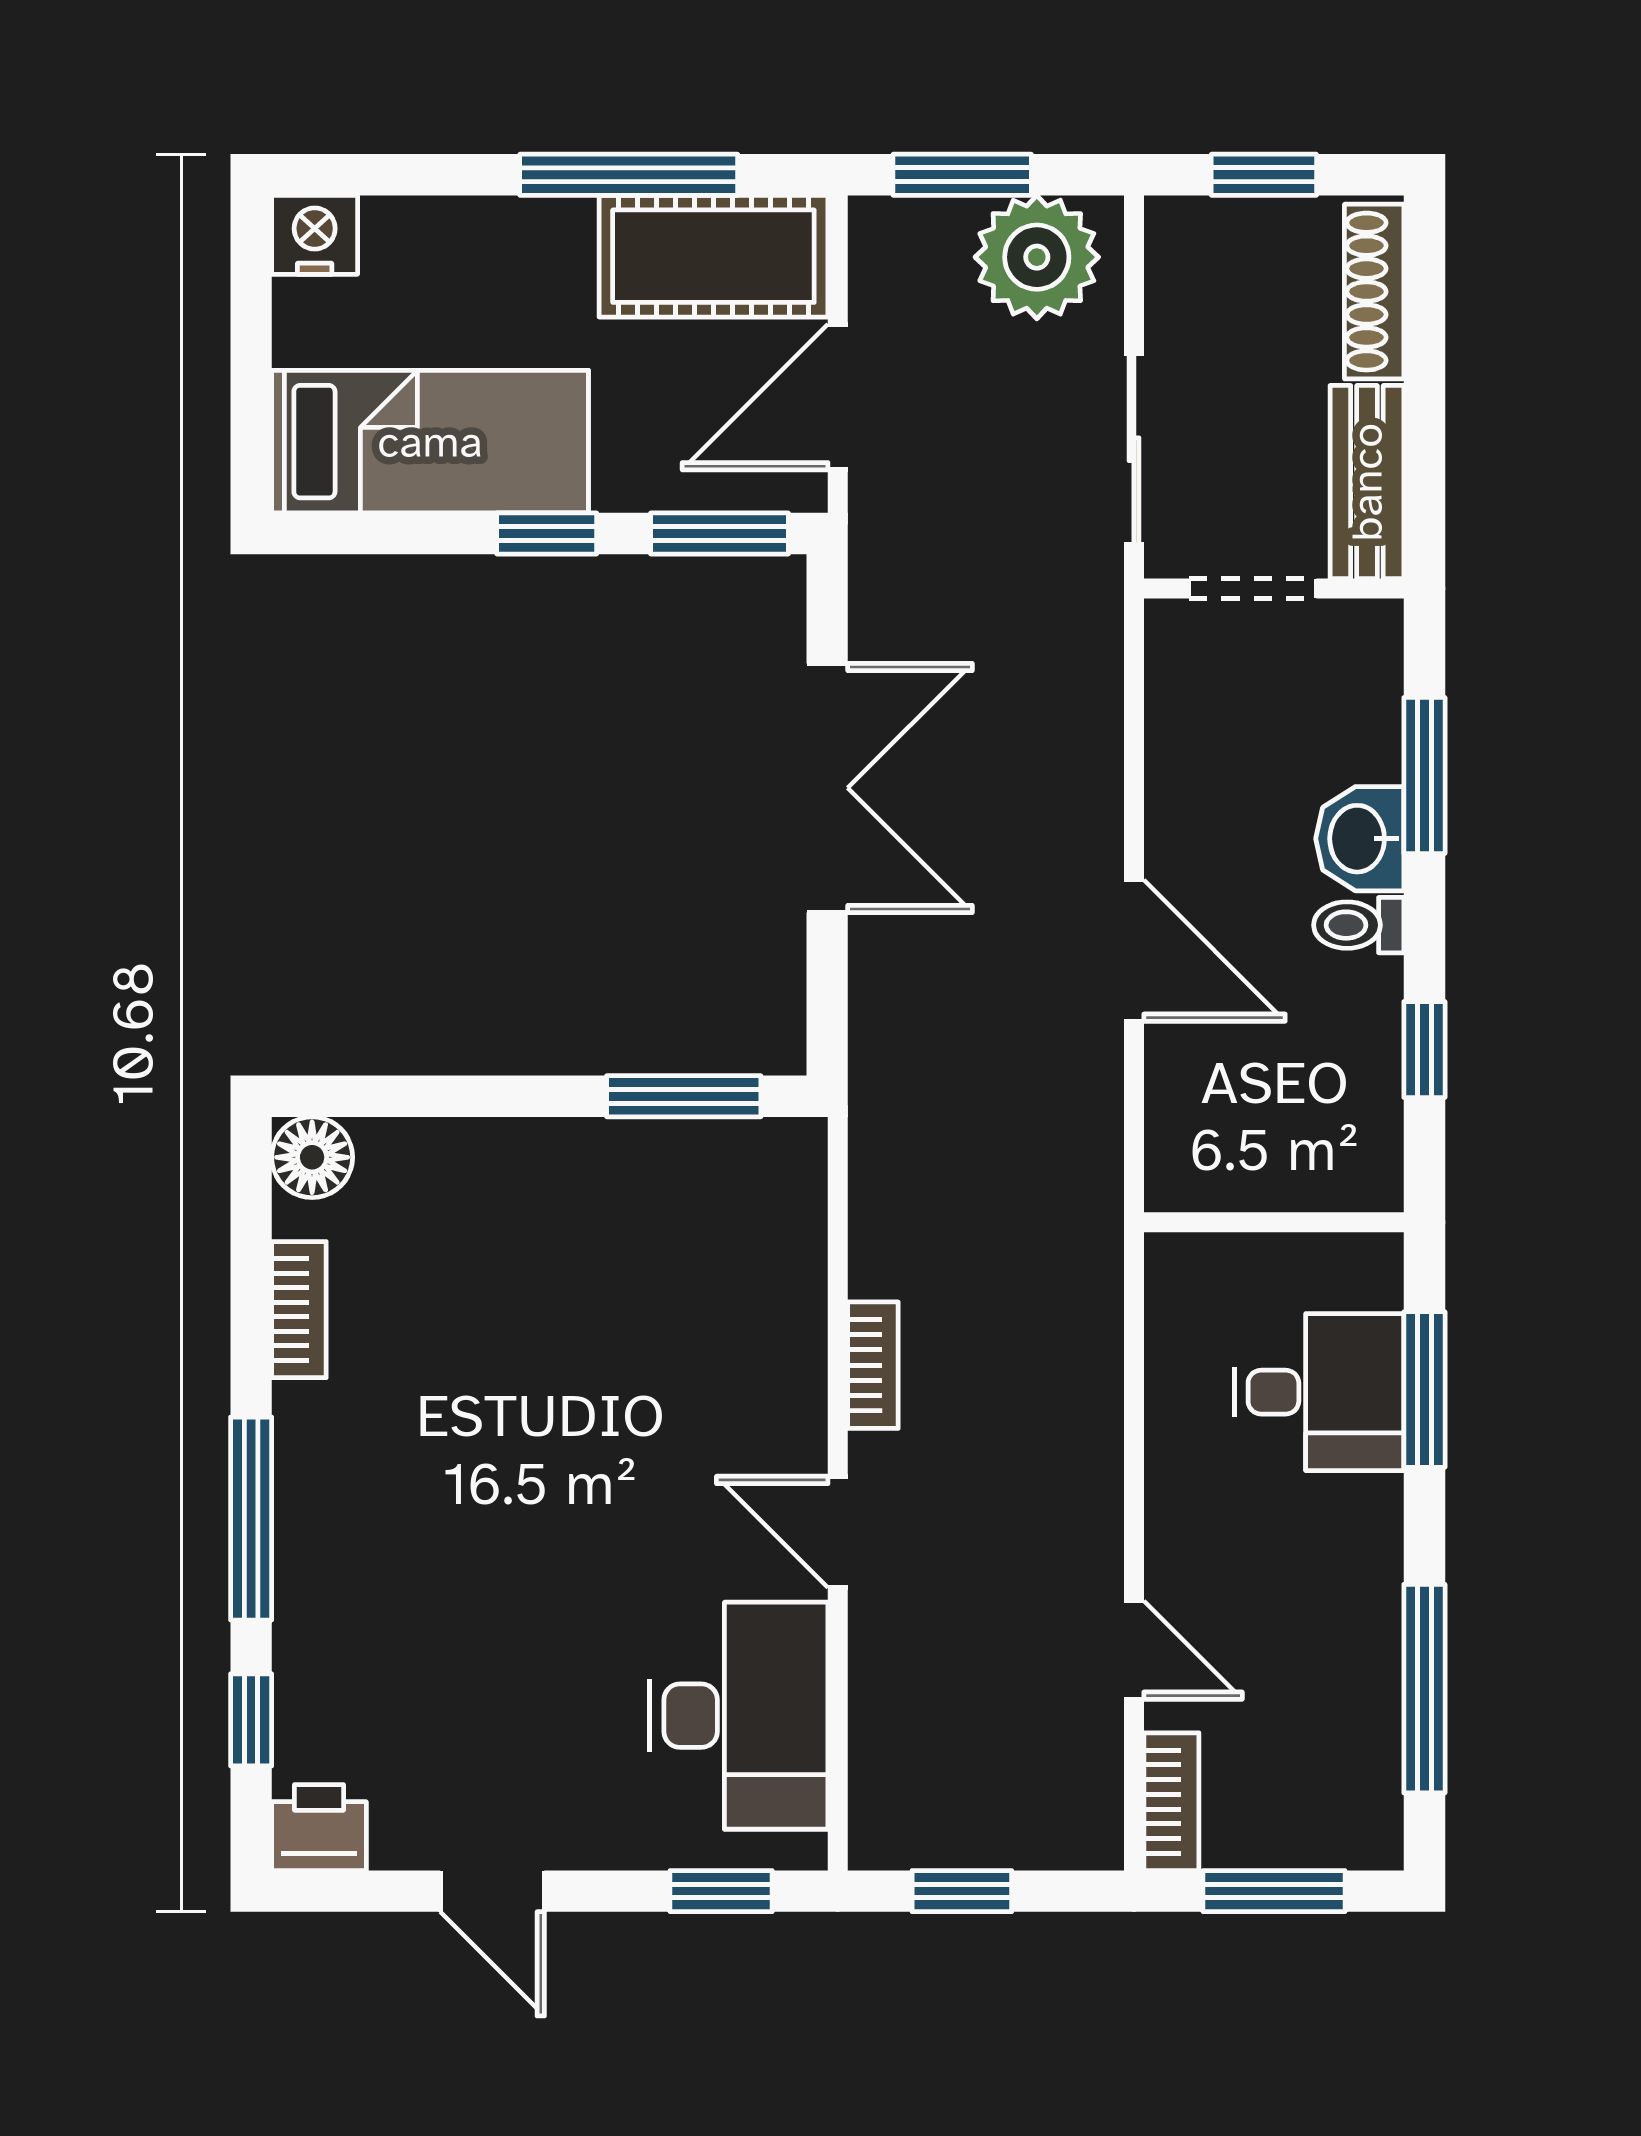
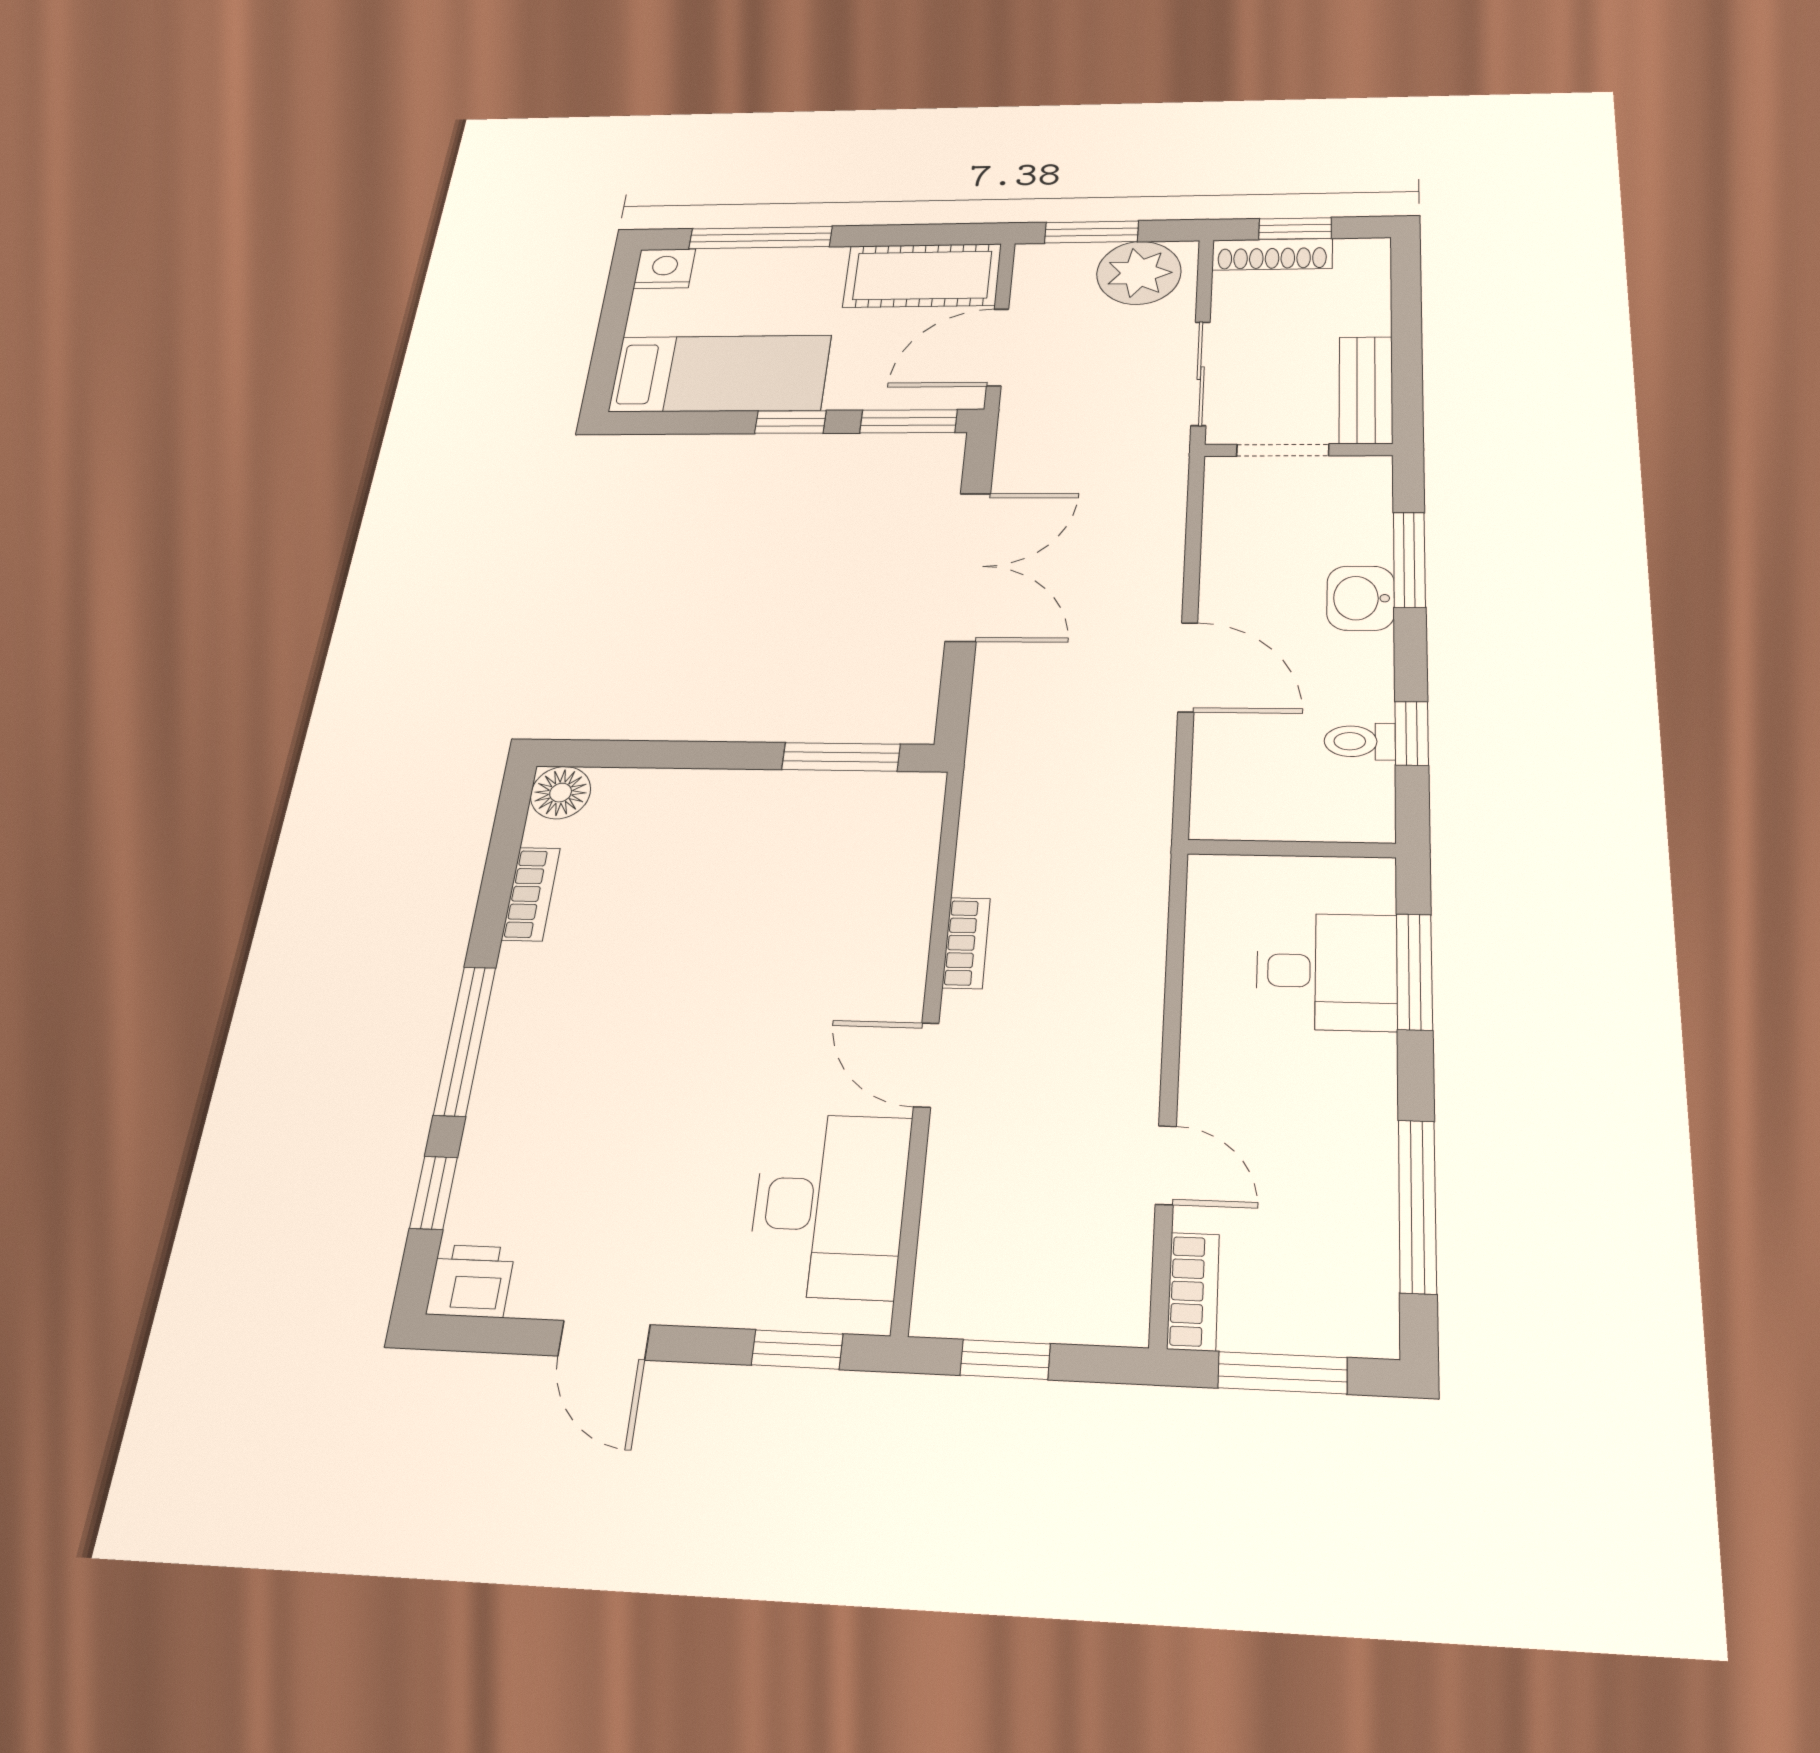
window: (629, 175) -> (760, 238), moved
shoe rack: (1374, 292) -> (1272, 254), moved, turned -90
toilet: (1359, 925) -> (1360, 741), moved

